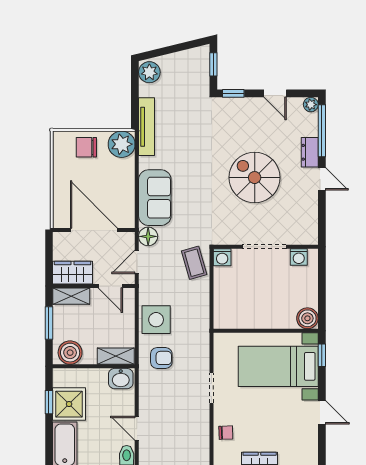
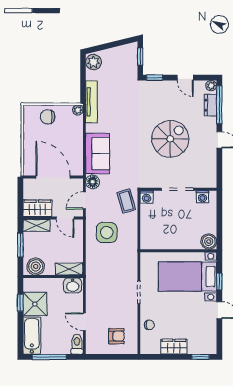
plant: (122, 144) -> (78, 110), width x0.53, depth x0.53
dresser: (310, 152) -> (210, 105), moved
spiral stairs: (255, 178) -> (170, 139), turned 90
side table: (156, 320) -> (107, 233), moved
window: (322, 355) -> (219, 281), moved
armchair: (161, 358) -> (116, 336), moved

